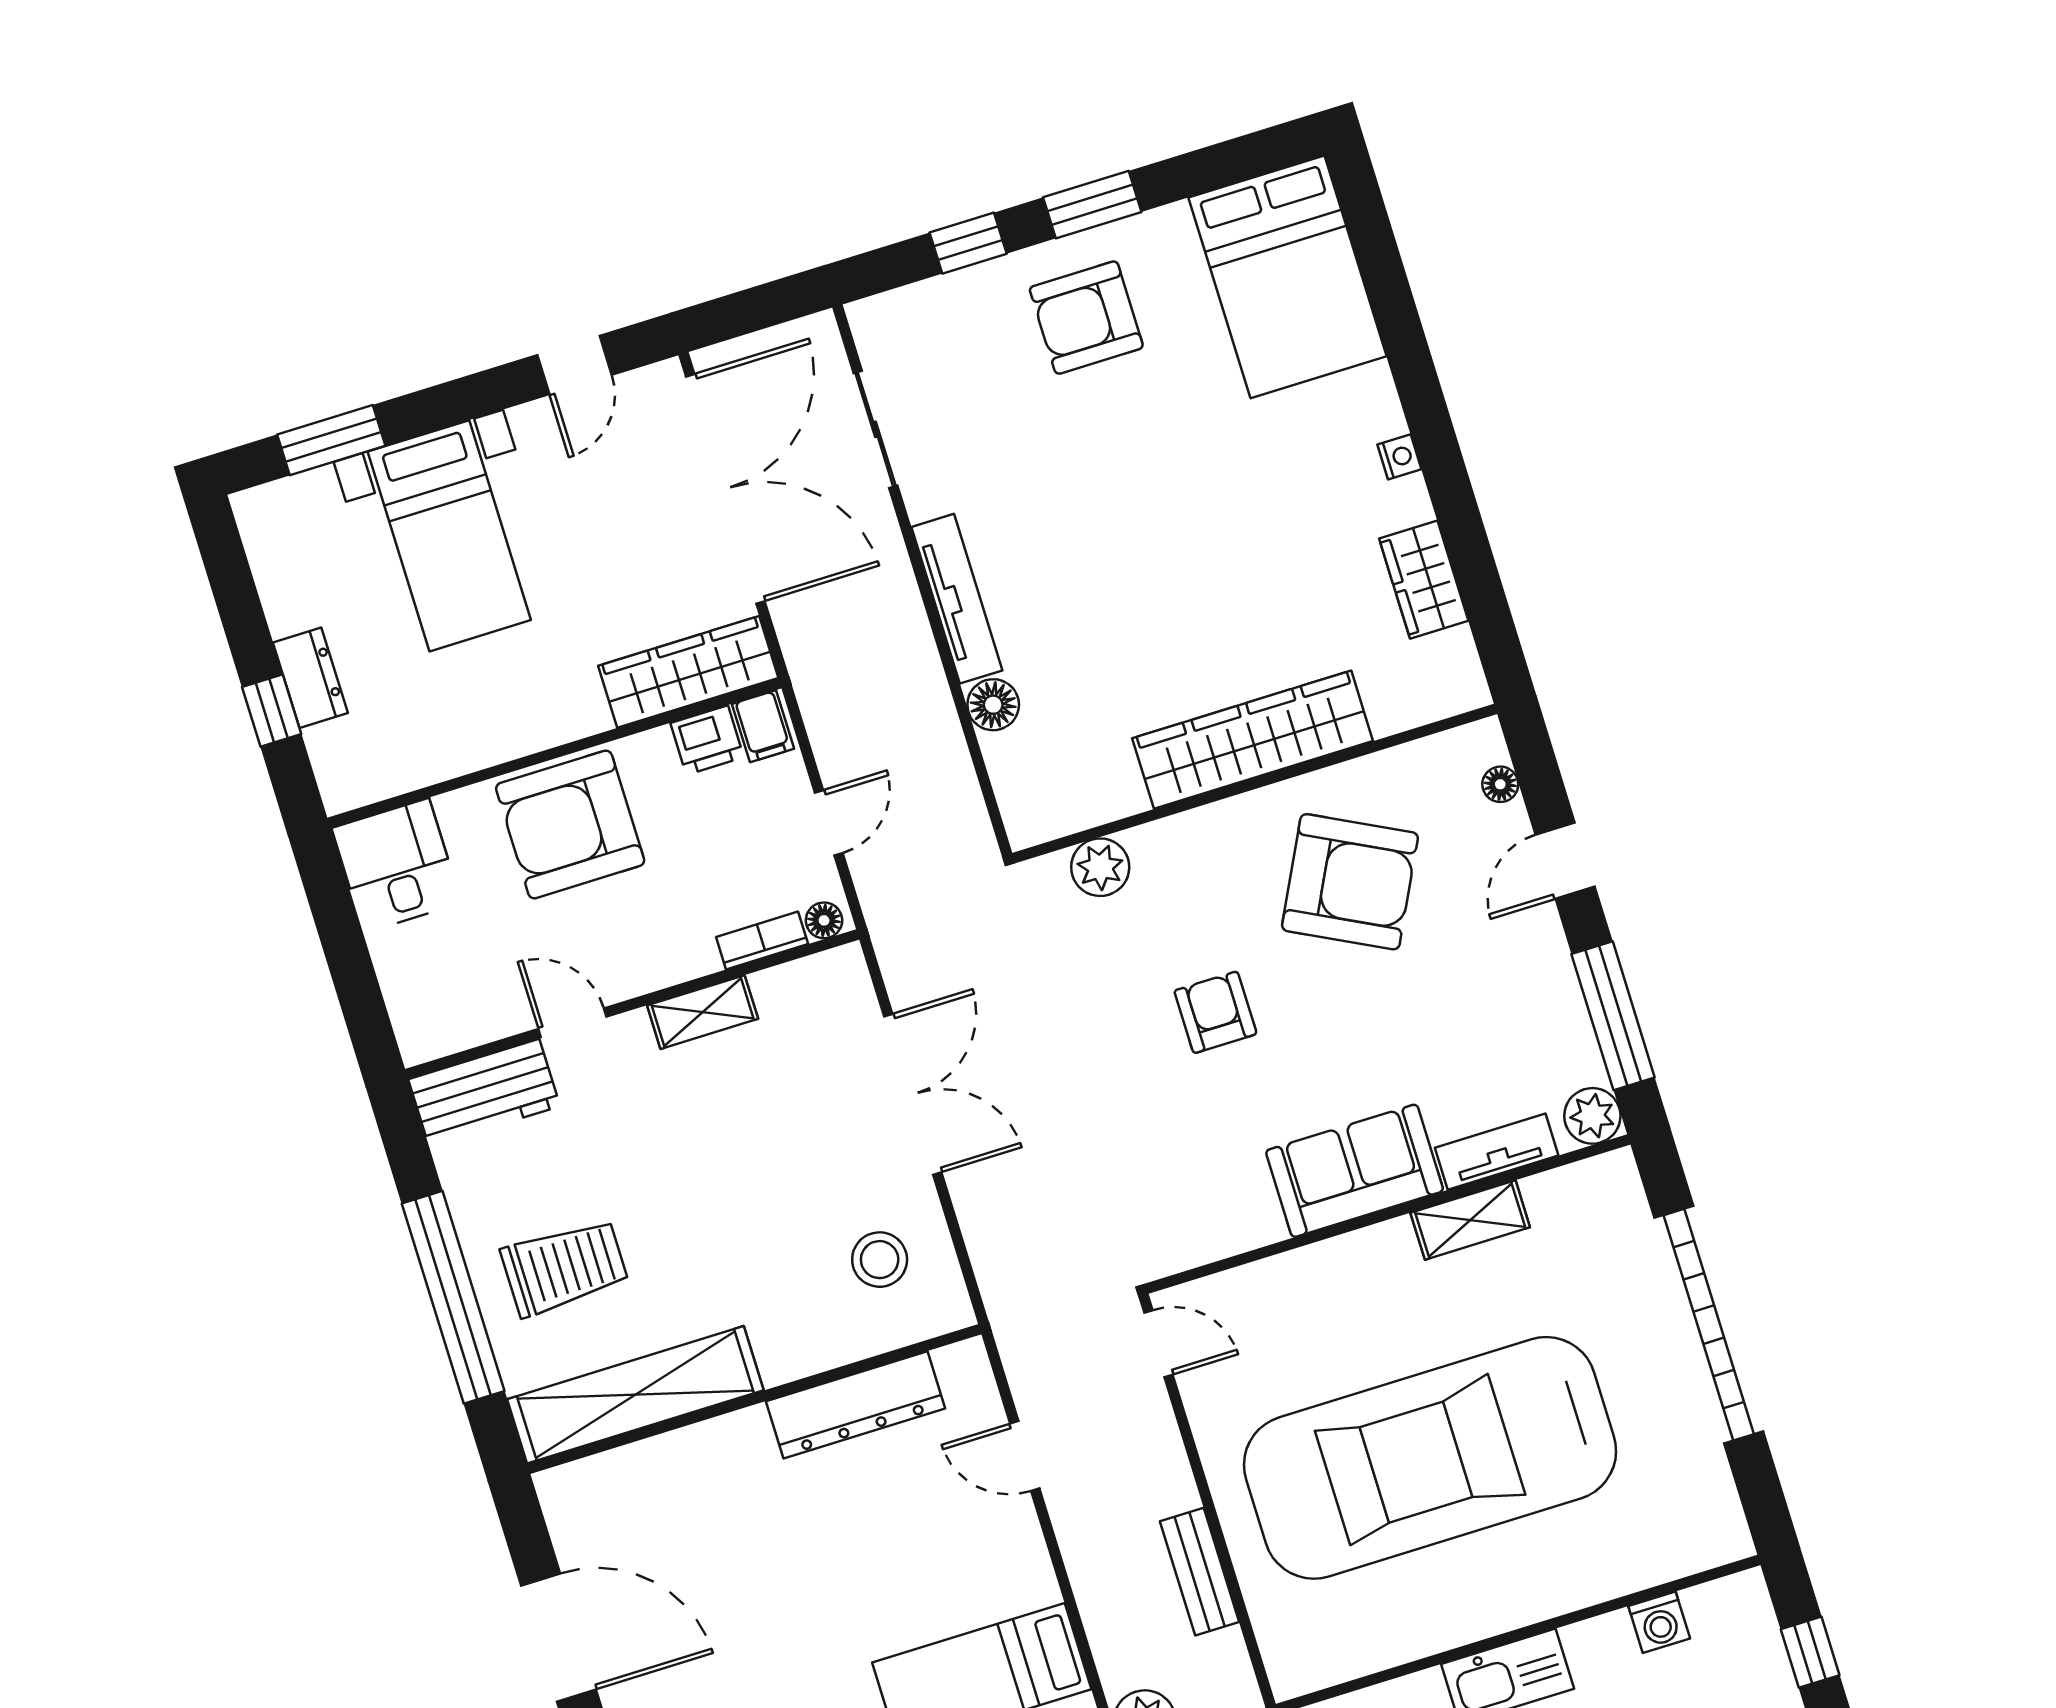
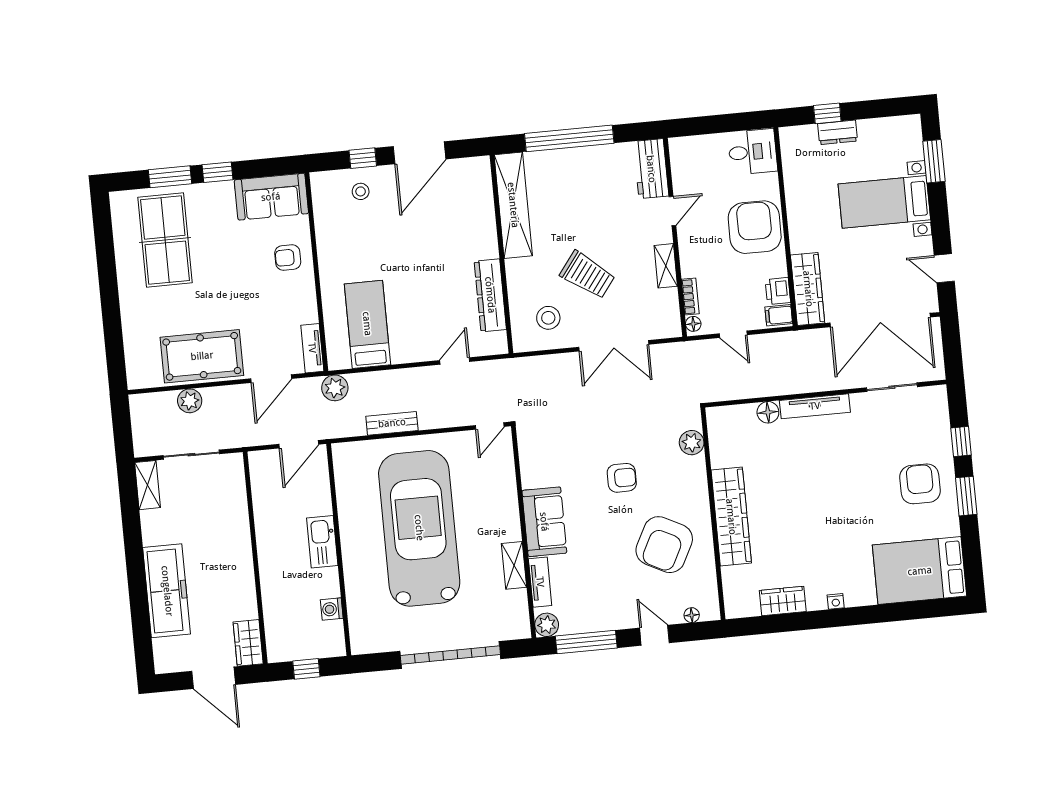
trolley: (564, 1267) -> (587, 275), moved, turned -53

